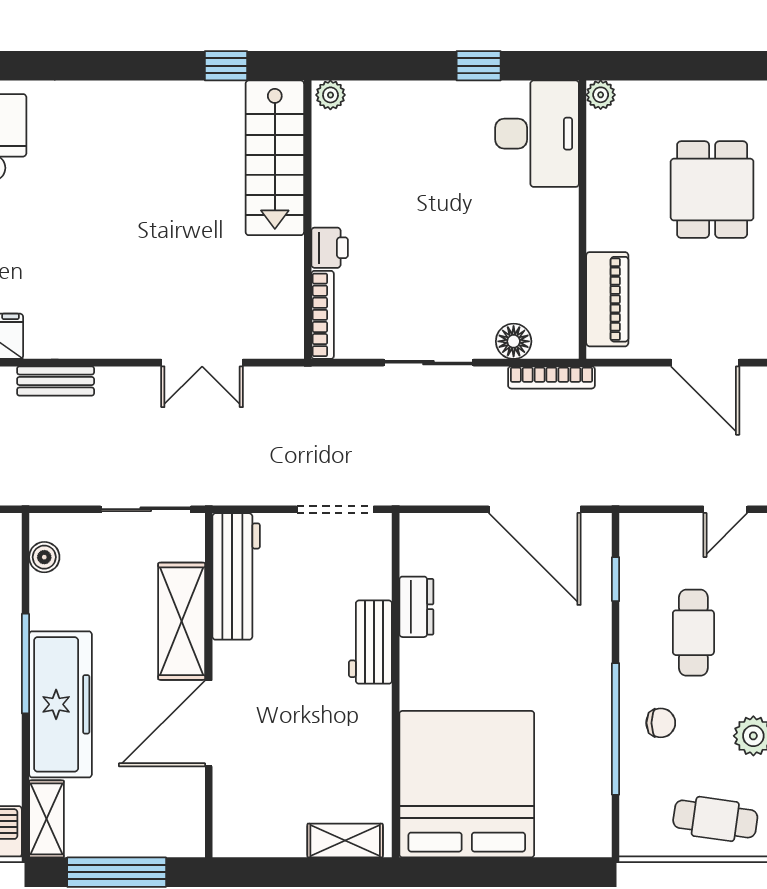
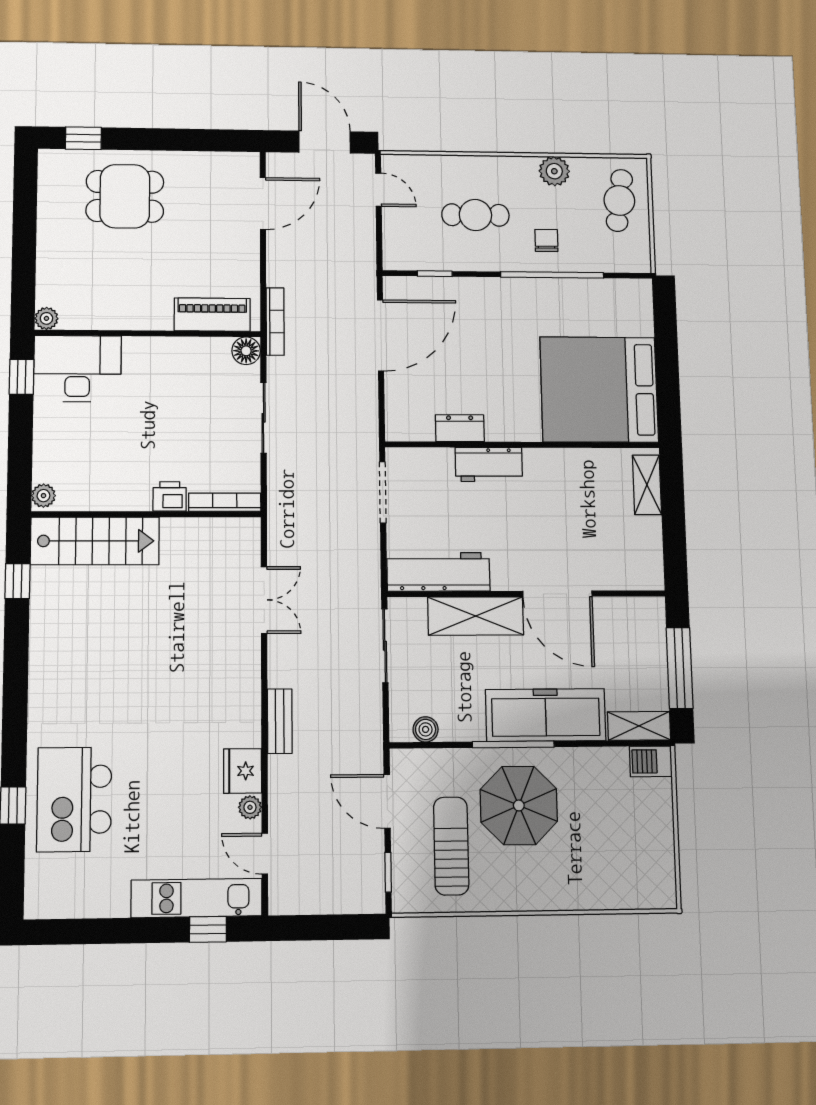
plant: (601, 95) -> (46, 318), moved
desk: (537, 134) -> (77, 369), moved
wall: (583, 220) -> (148, 333), moved
piano: (607, 299) -> (212, 315), moved

